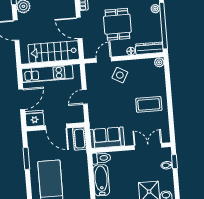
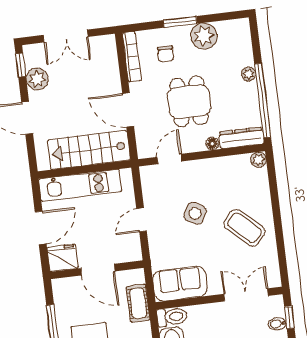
side table: (120, 75) -> (195, 213), moved
coffee table: (149, 104) -> (244, 228), turned 43
cot: (80, 139) -> (138, 303), moved

